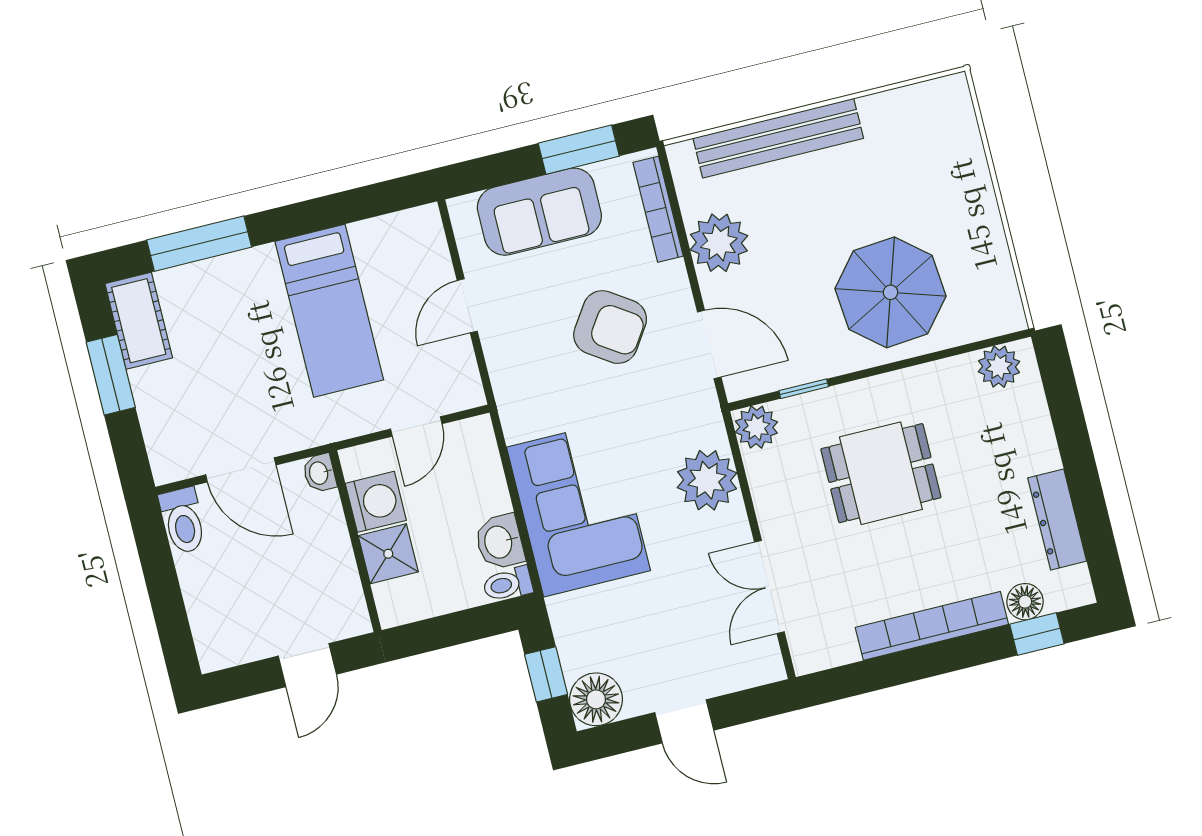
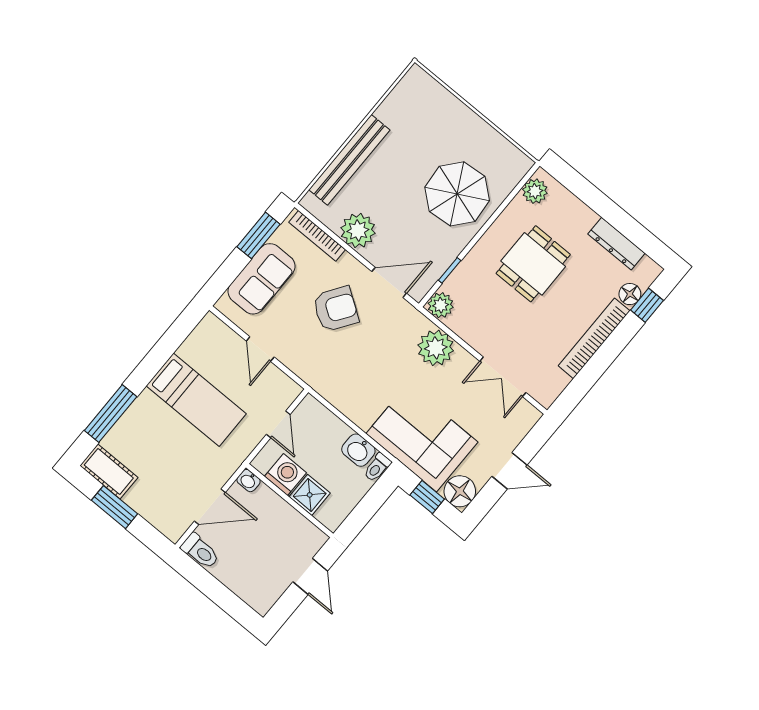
dining table: (881, 473) -> (533, 264), moved
corner sofa: (578, 509) -> (422, 438), moved

